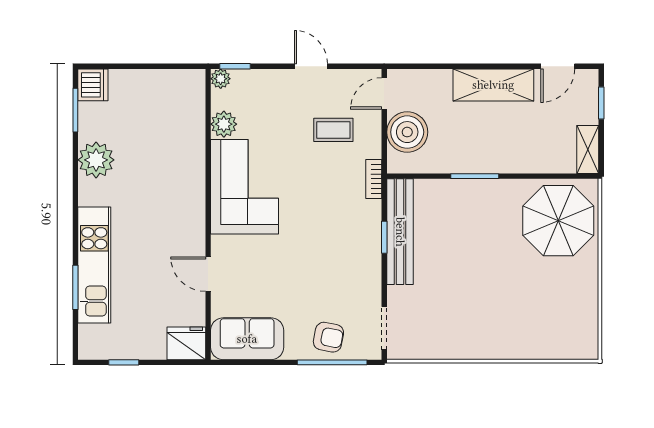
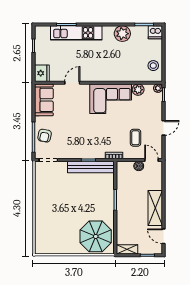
stool: (169, 89) -> (153, 66), added
boiler: (407, 132) -> (139, 166), width x0.54, depth x0.54

